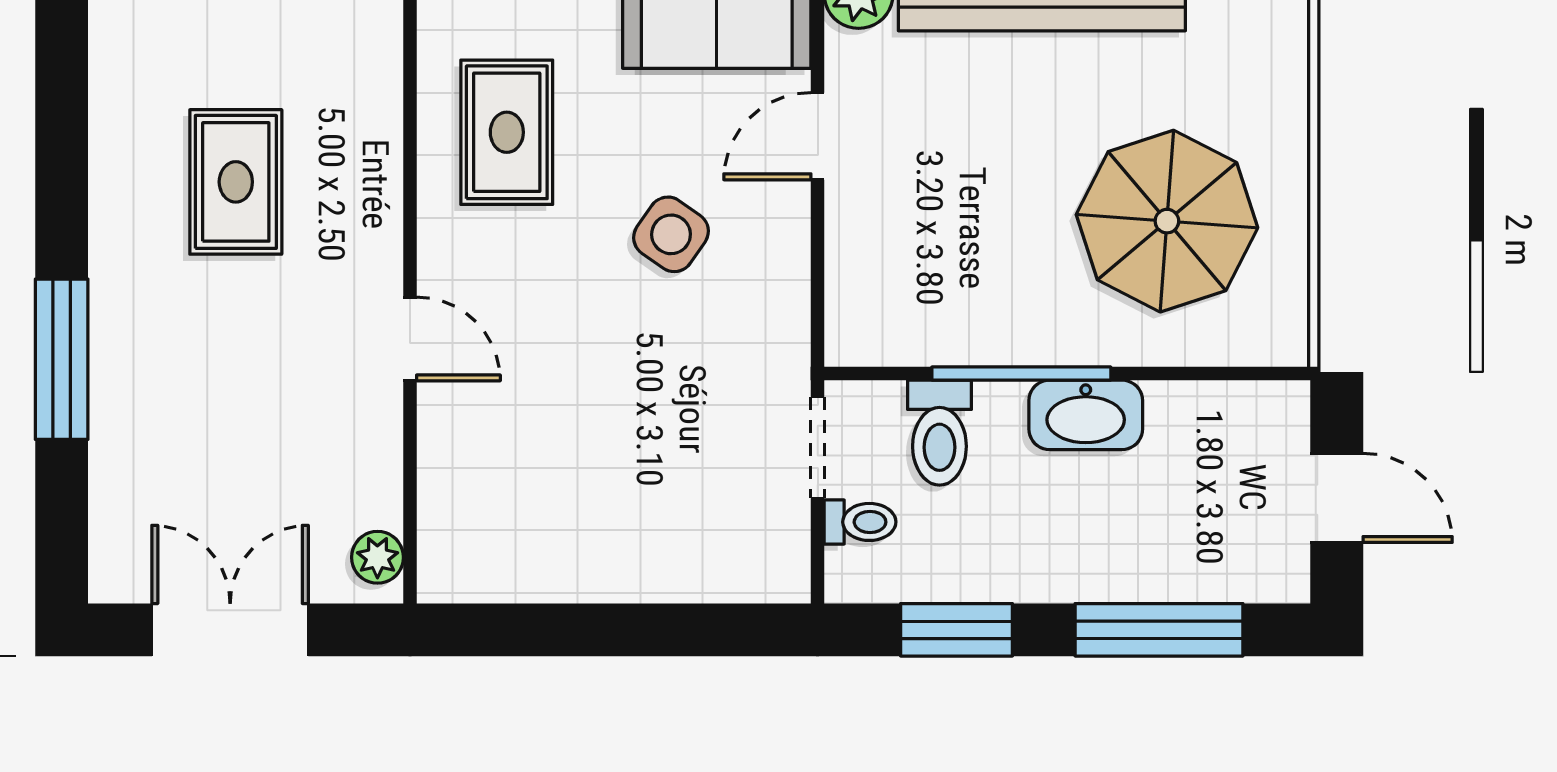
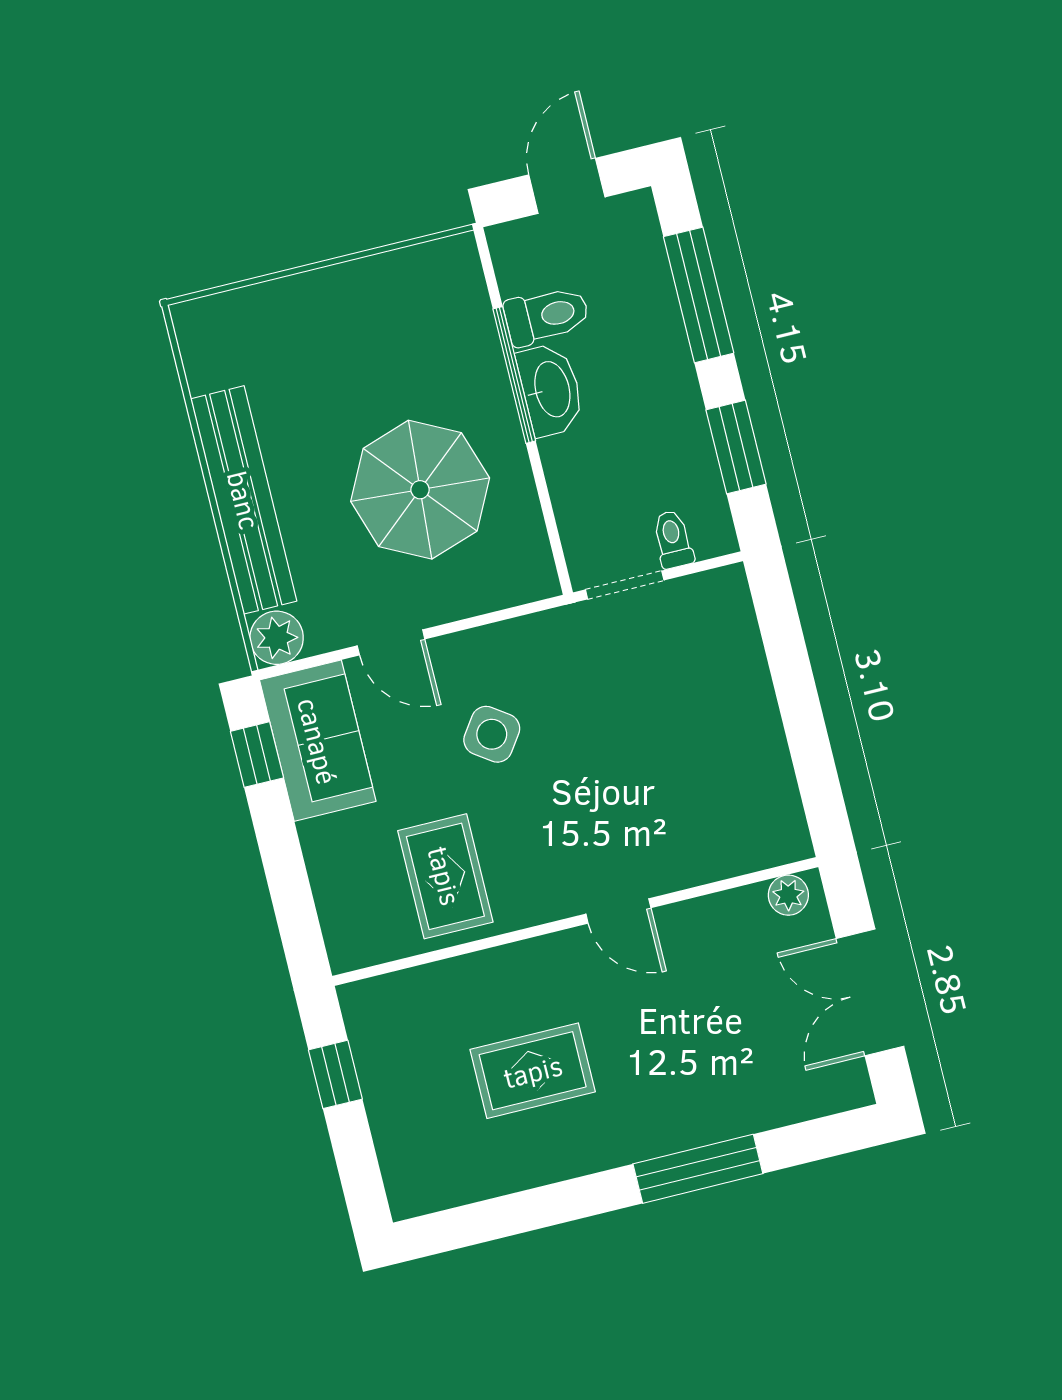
rug: (507, 132) -> (445, 876), turned 90
parasol: (1167, 221) -> (420, 490), moved
door: (410, 339) -> (618, 911), swing flipped
window: (1021, 373) -> (514, 375), moved
toilet: (939, 433) -> (547, 316), moved

